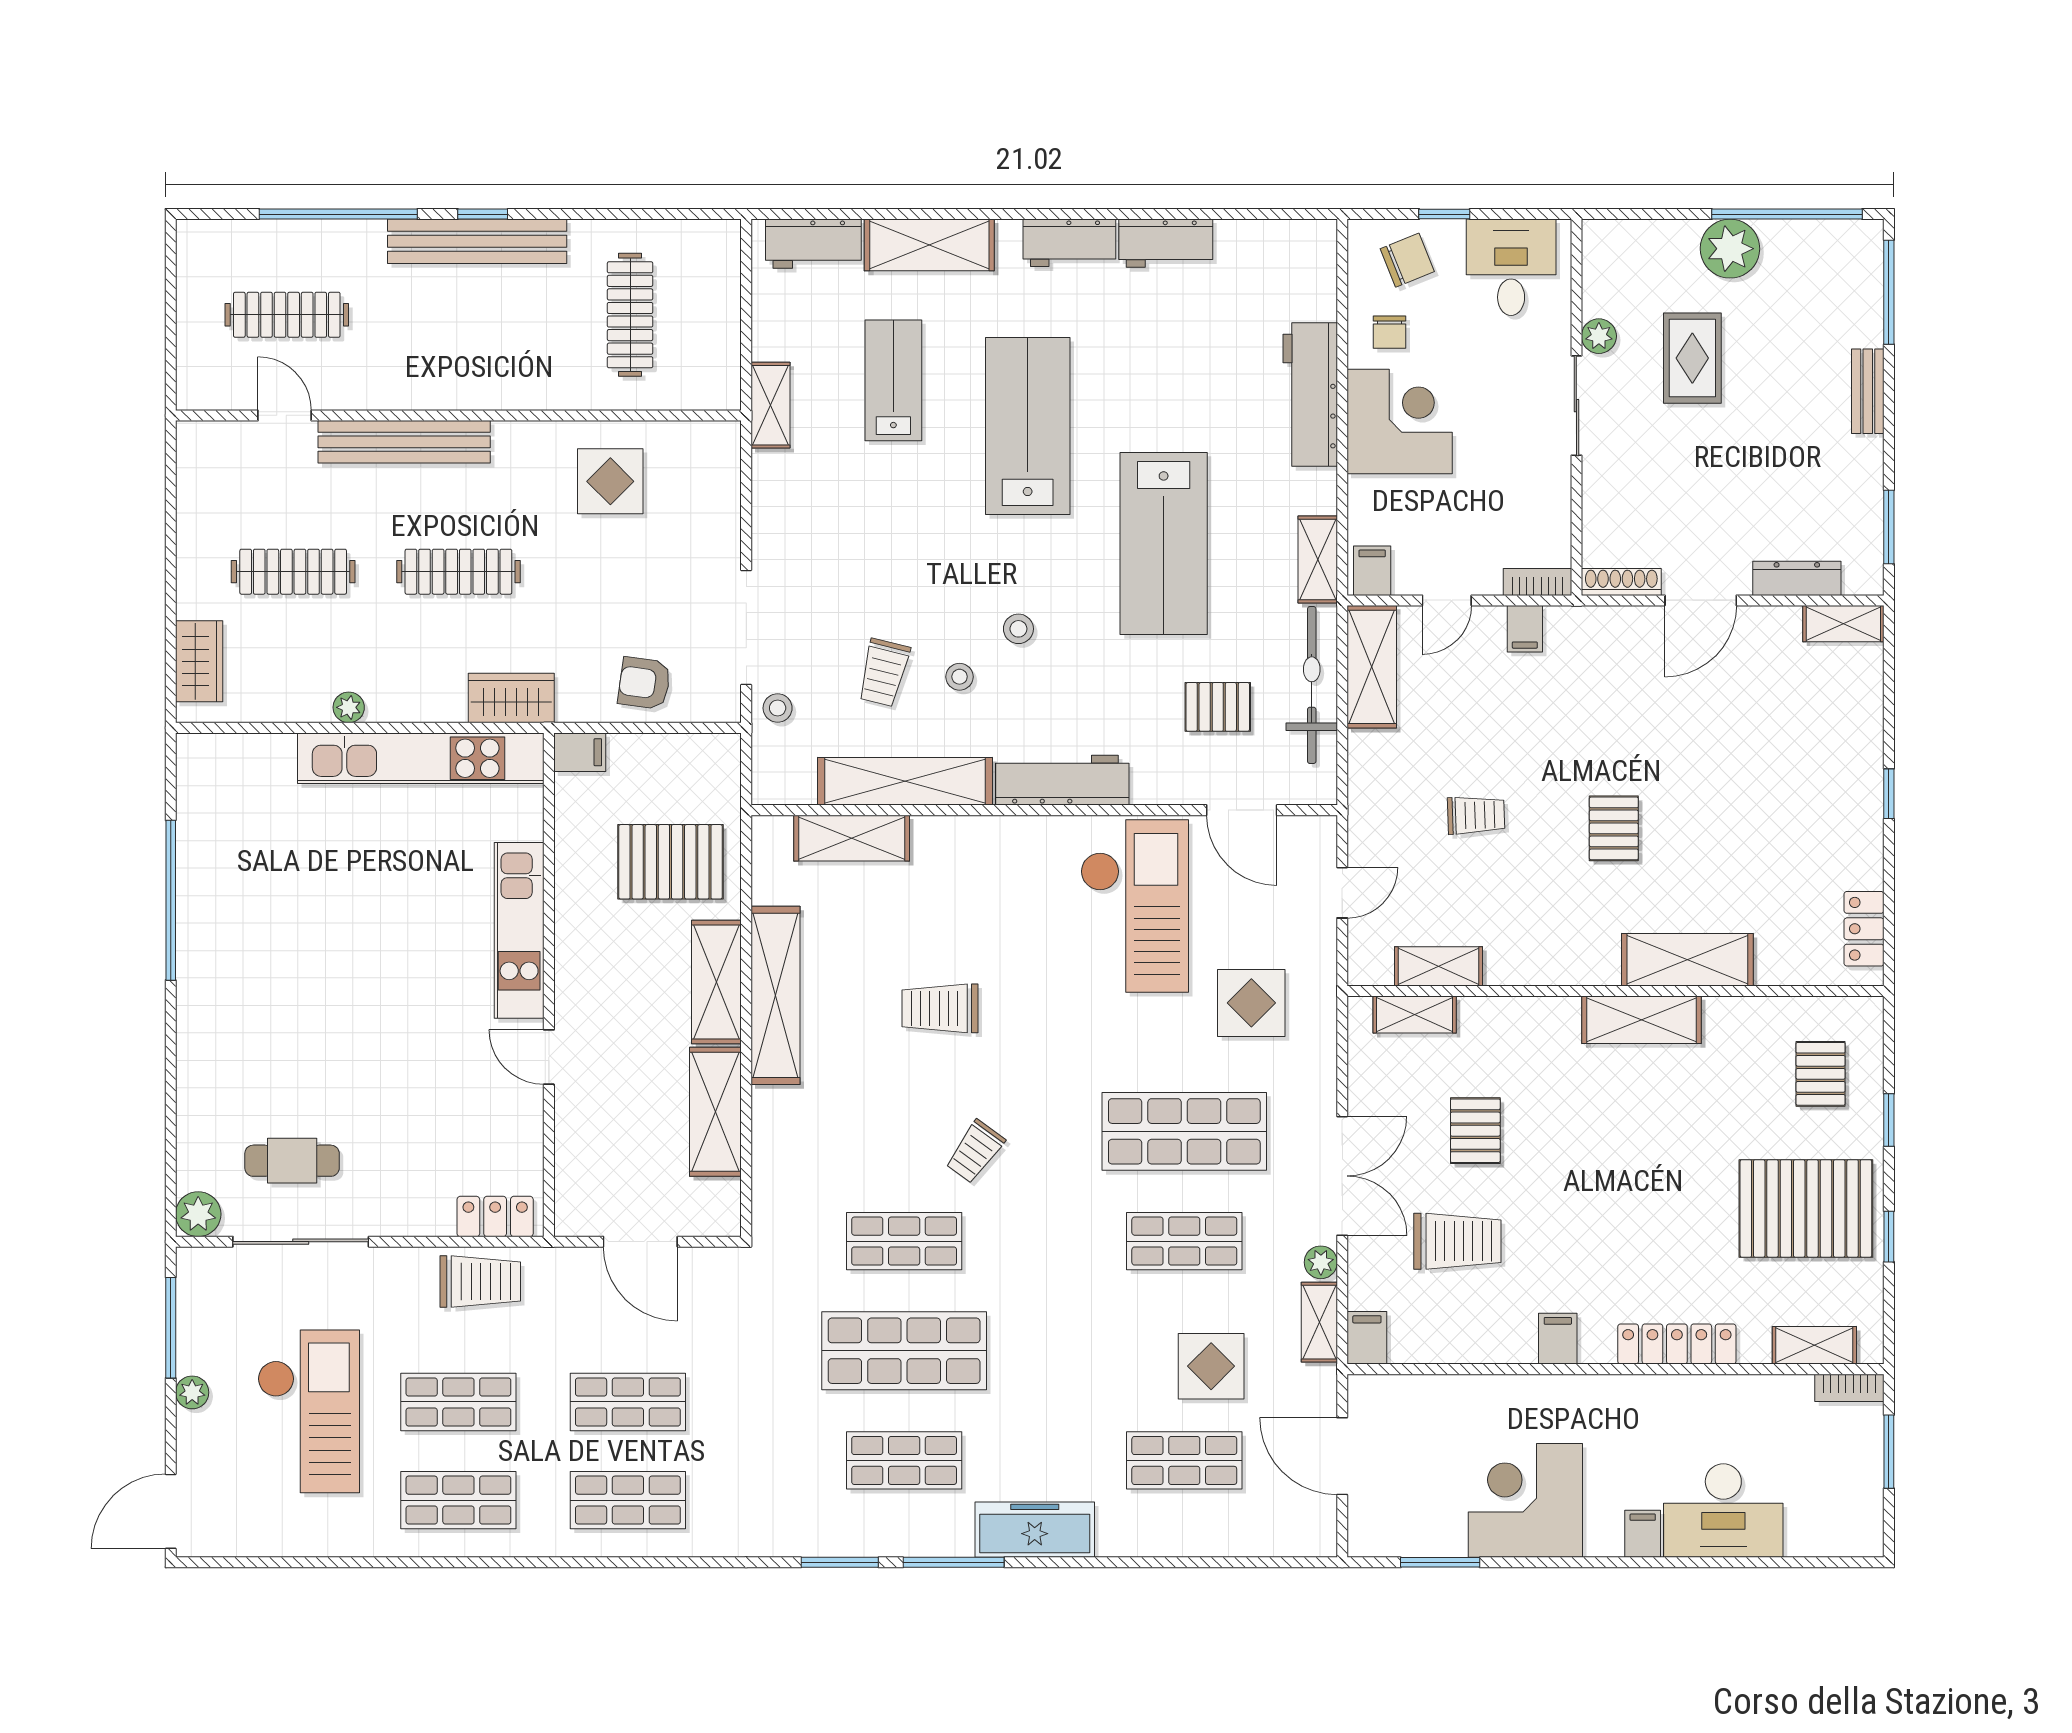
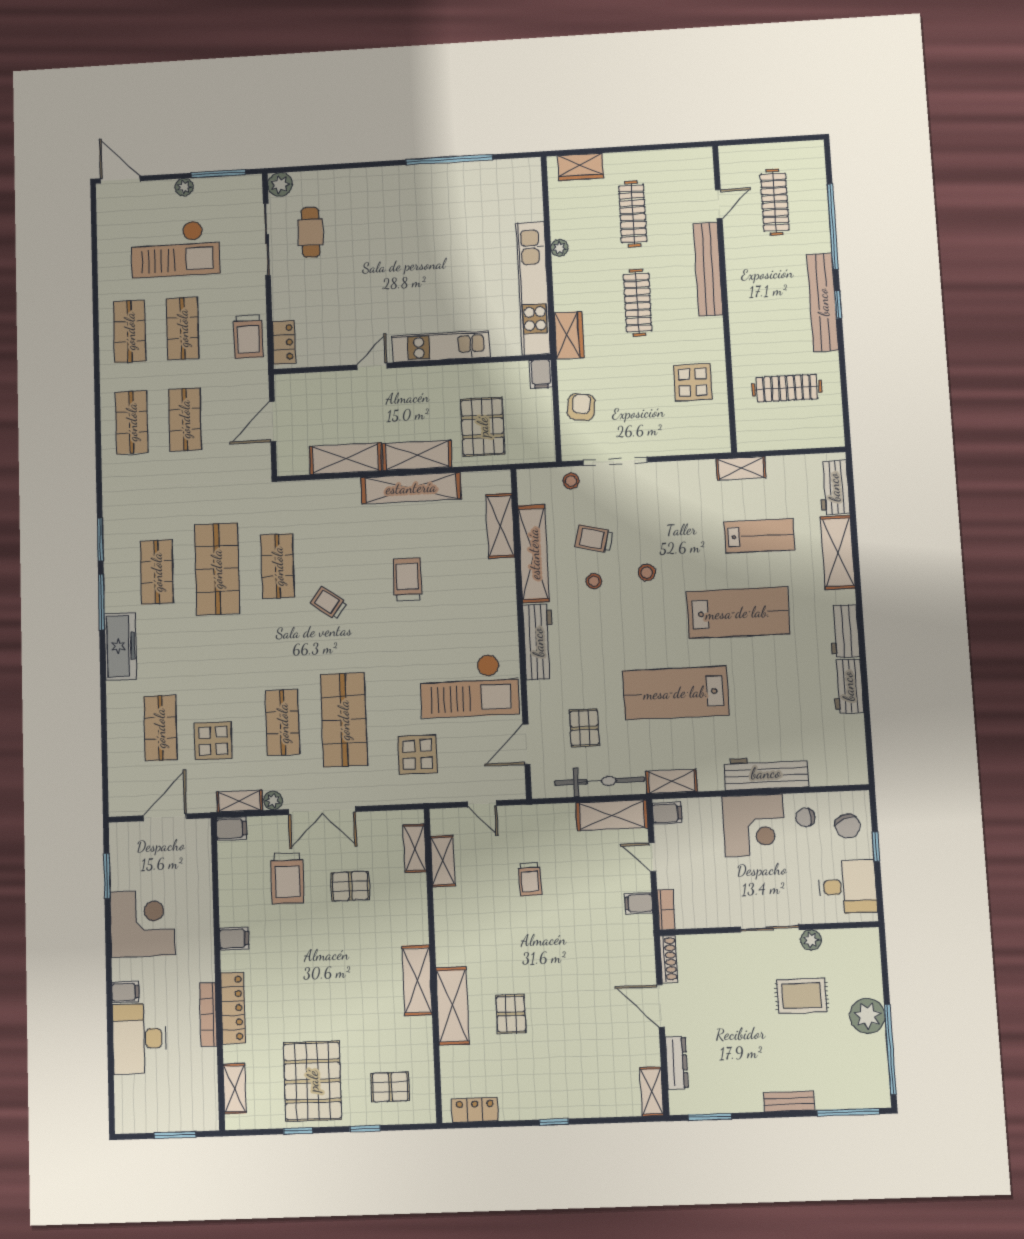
stool: (1018, 629) -> (647, 572), moved
pallet: (1614, 828) -> (511, 1014), moved, turned 90
bookcase: (1849, 1388) -> (208, 1015), moved, width x1.56

